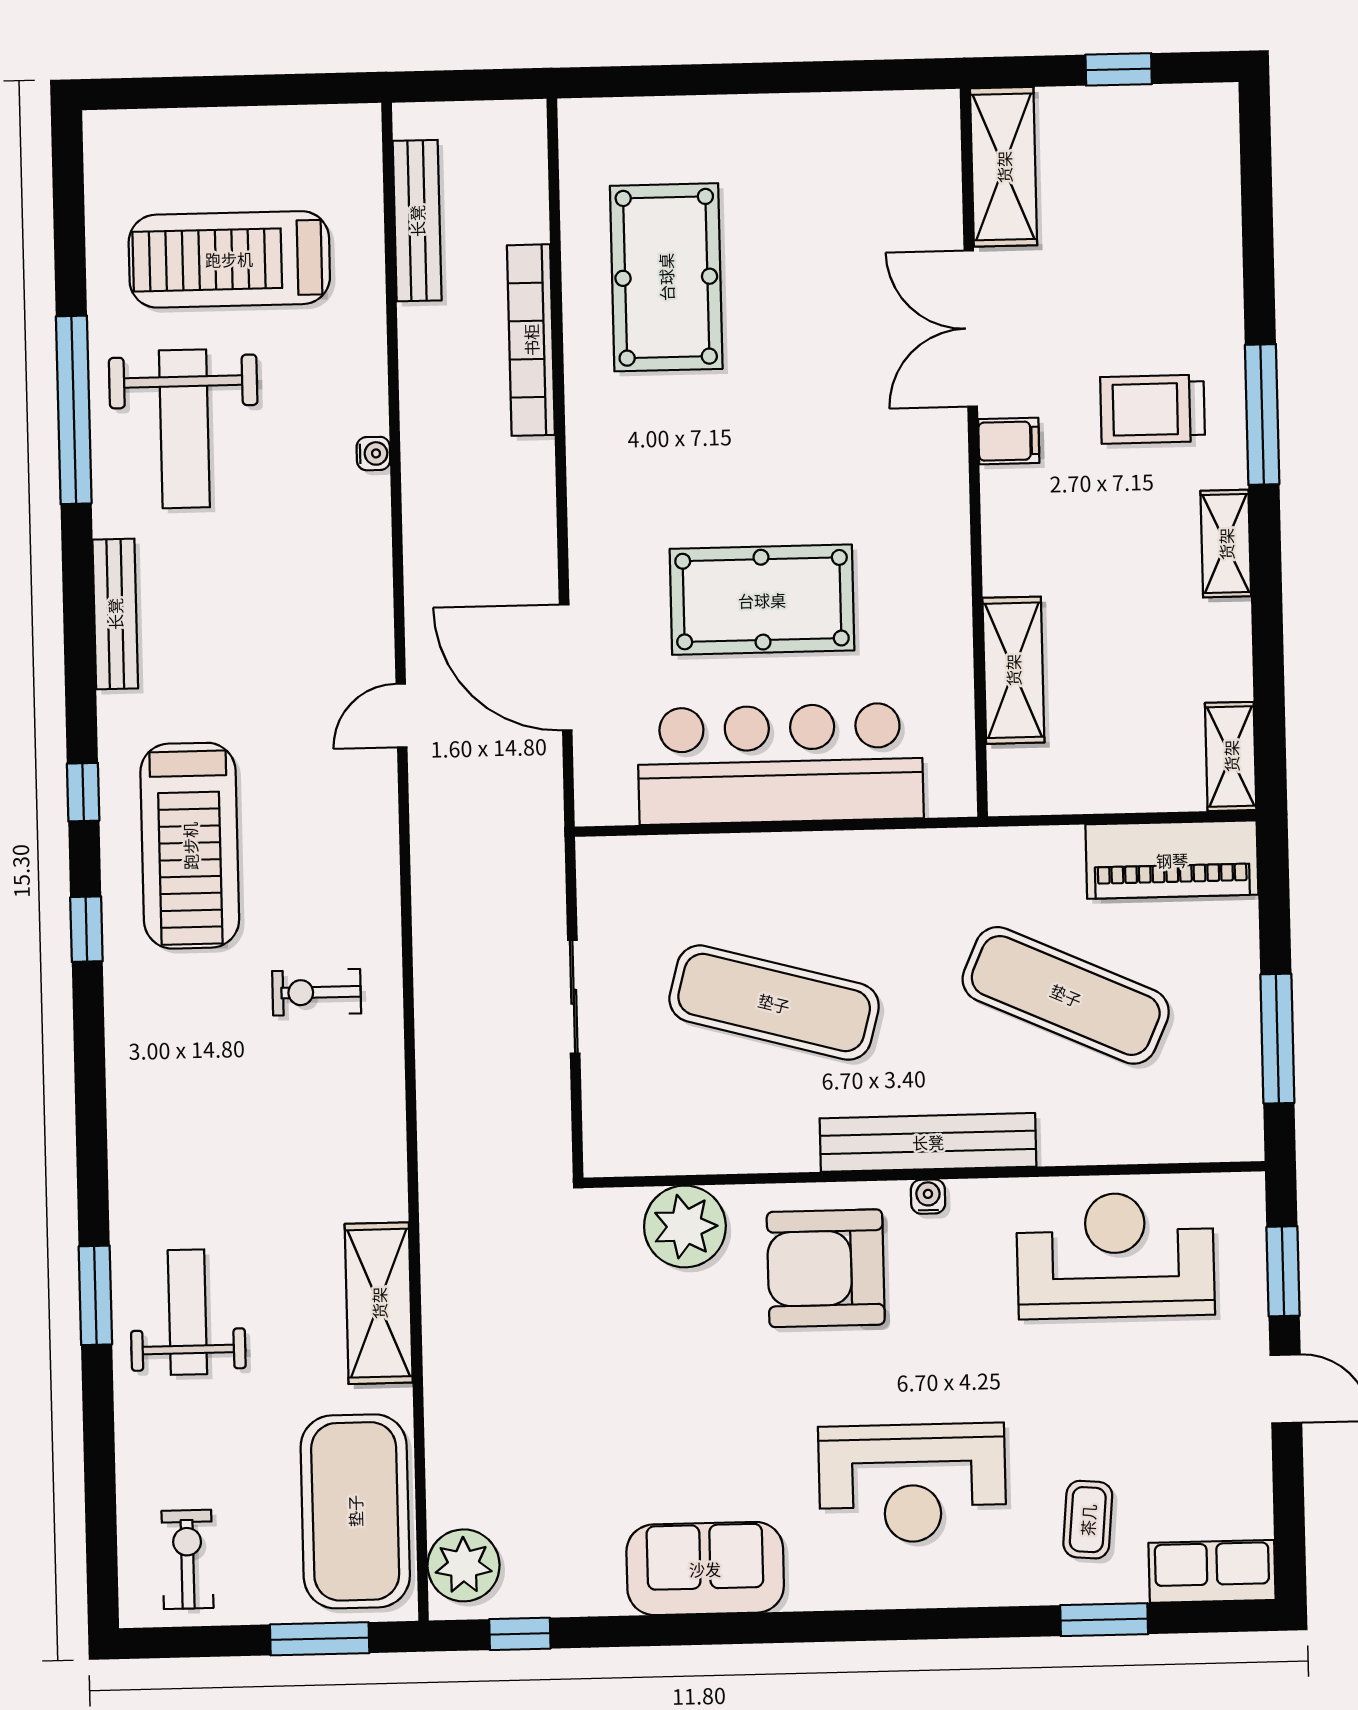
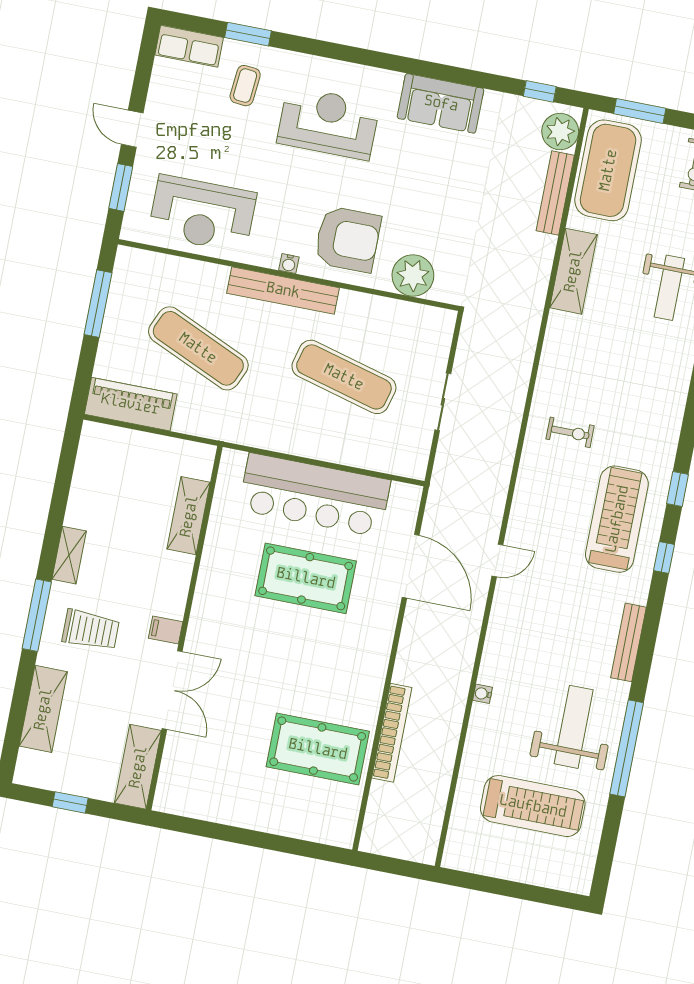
bench: (417, 221) -> (555, 193), moved
pool table: (666, 277) -> (318, 749), turned 90
shelving: (1231, 756) -> (43, 709), moved, width x1.50, depth x1.33

